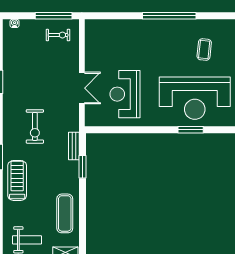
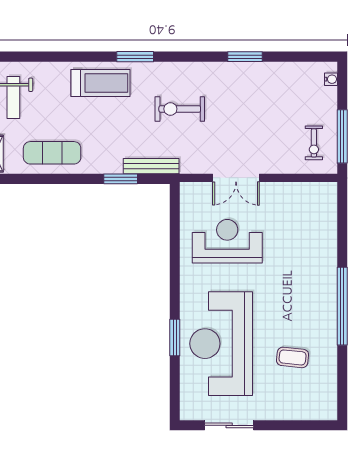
bench: (74, 146) -> (151, 166), width x1.36

